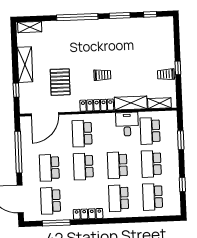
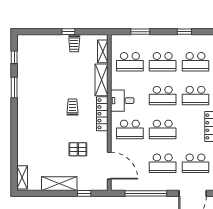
window: (77, 17) -> (14, 130), removed
pallet: (60, 82) -> (78, 149), width x0.67, depth x0.71
desk: (127, 124) -> (122, 101), moved

